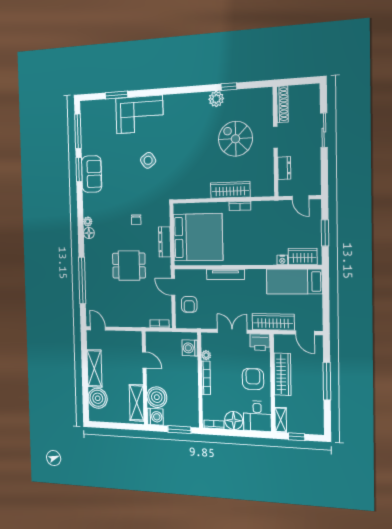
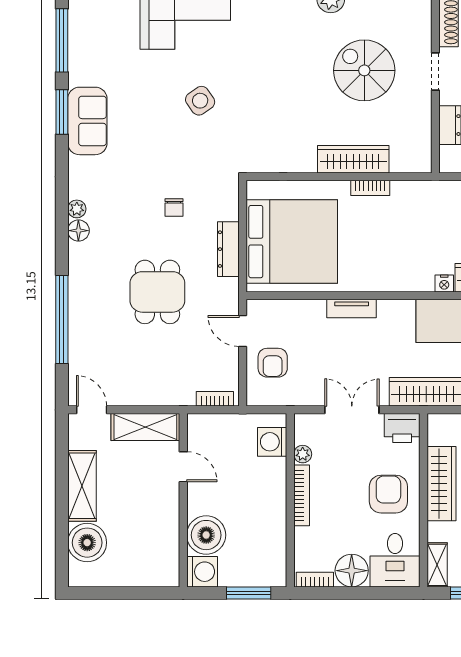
dining table: (129, 266) -> (157, 292), turned 90
tv unit: (225, 274) -> (352, 309), width x0.71
shelving: (137, 403) -> (145, 427), moved, turned 90

